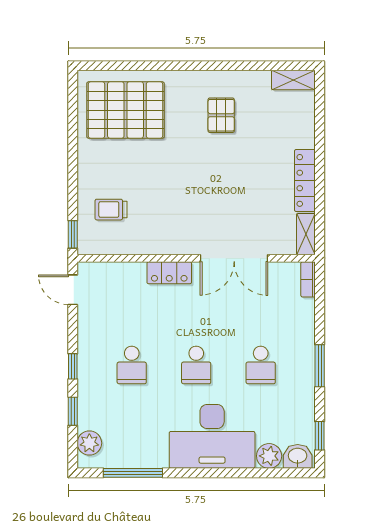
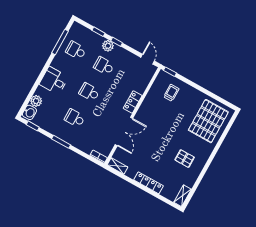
locker: (305, 180) -> (149, 183), moved
double door: (234, 258) -> (124, 131), swing flipped
door: (73, 290) -> (148, 59), hinge flipped
school desk: (132, 434) -> (76, 50), added
desk: (212, 436) -> (54, 81), width x0.53, depth x0.77
plant: (89, 443) -> (108, 46), moved

